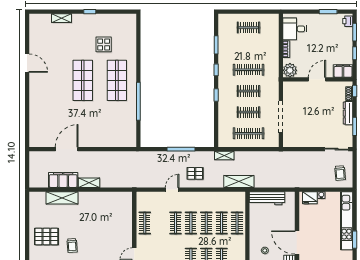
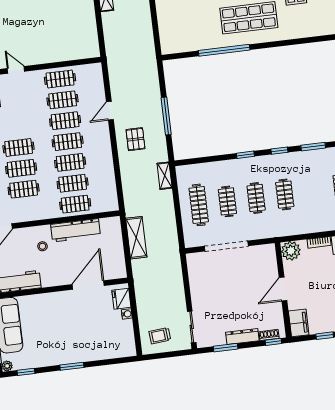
clothes rail: (248, 70) -> (285, 195), width x0.73
door: (317, 79) -> (283, 289), swing flipped
shelving: (239, 181) -> (136, 238), moved
door: (172, 190) -> (110, 111), swing flipped
workbench: (267, 198) -> (75, 230), moved, turned -90
kitchen unit: (347, 221) -> (96, 352), removed
clothes rail: (160, 223) -> (63, 100), added
door: (297, 242) -> (88, 285), moved

